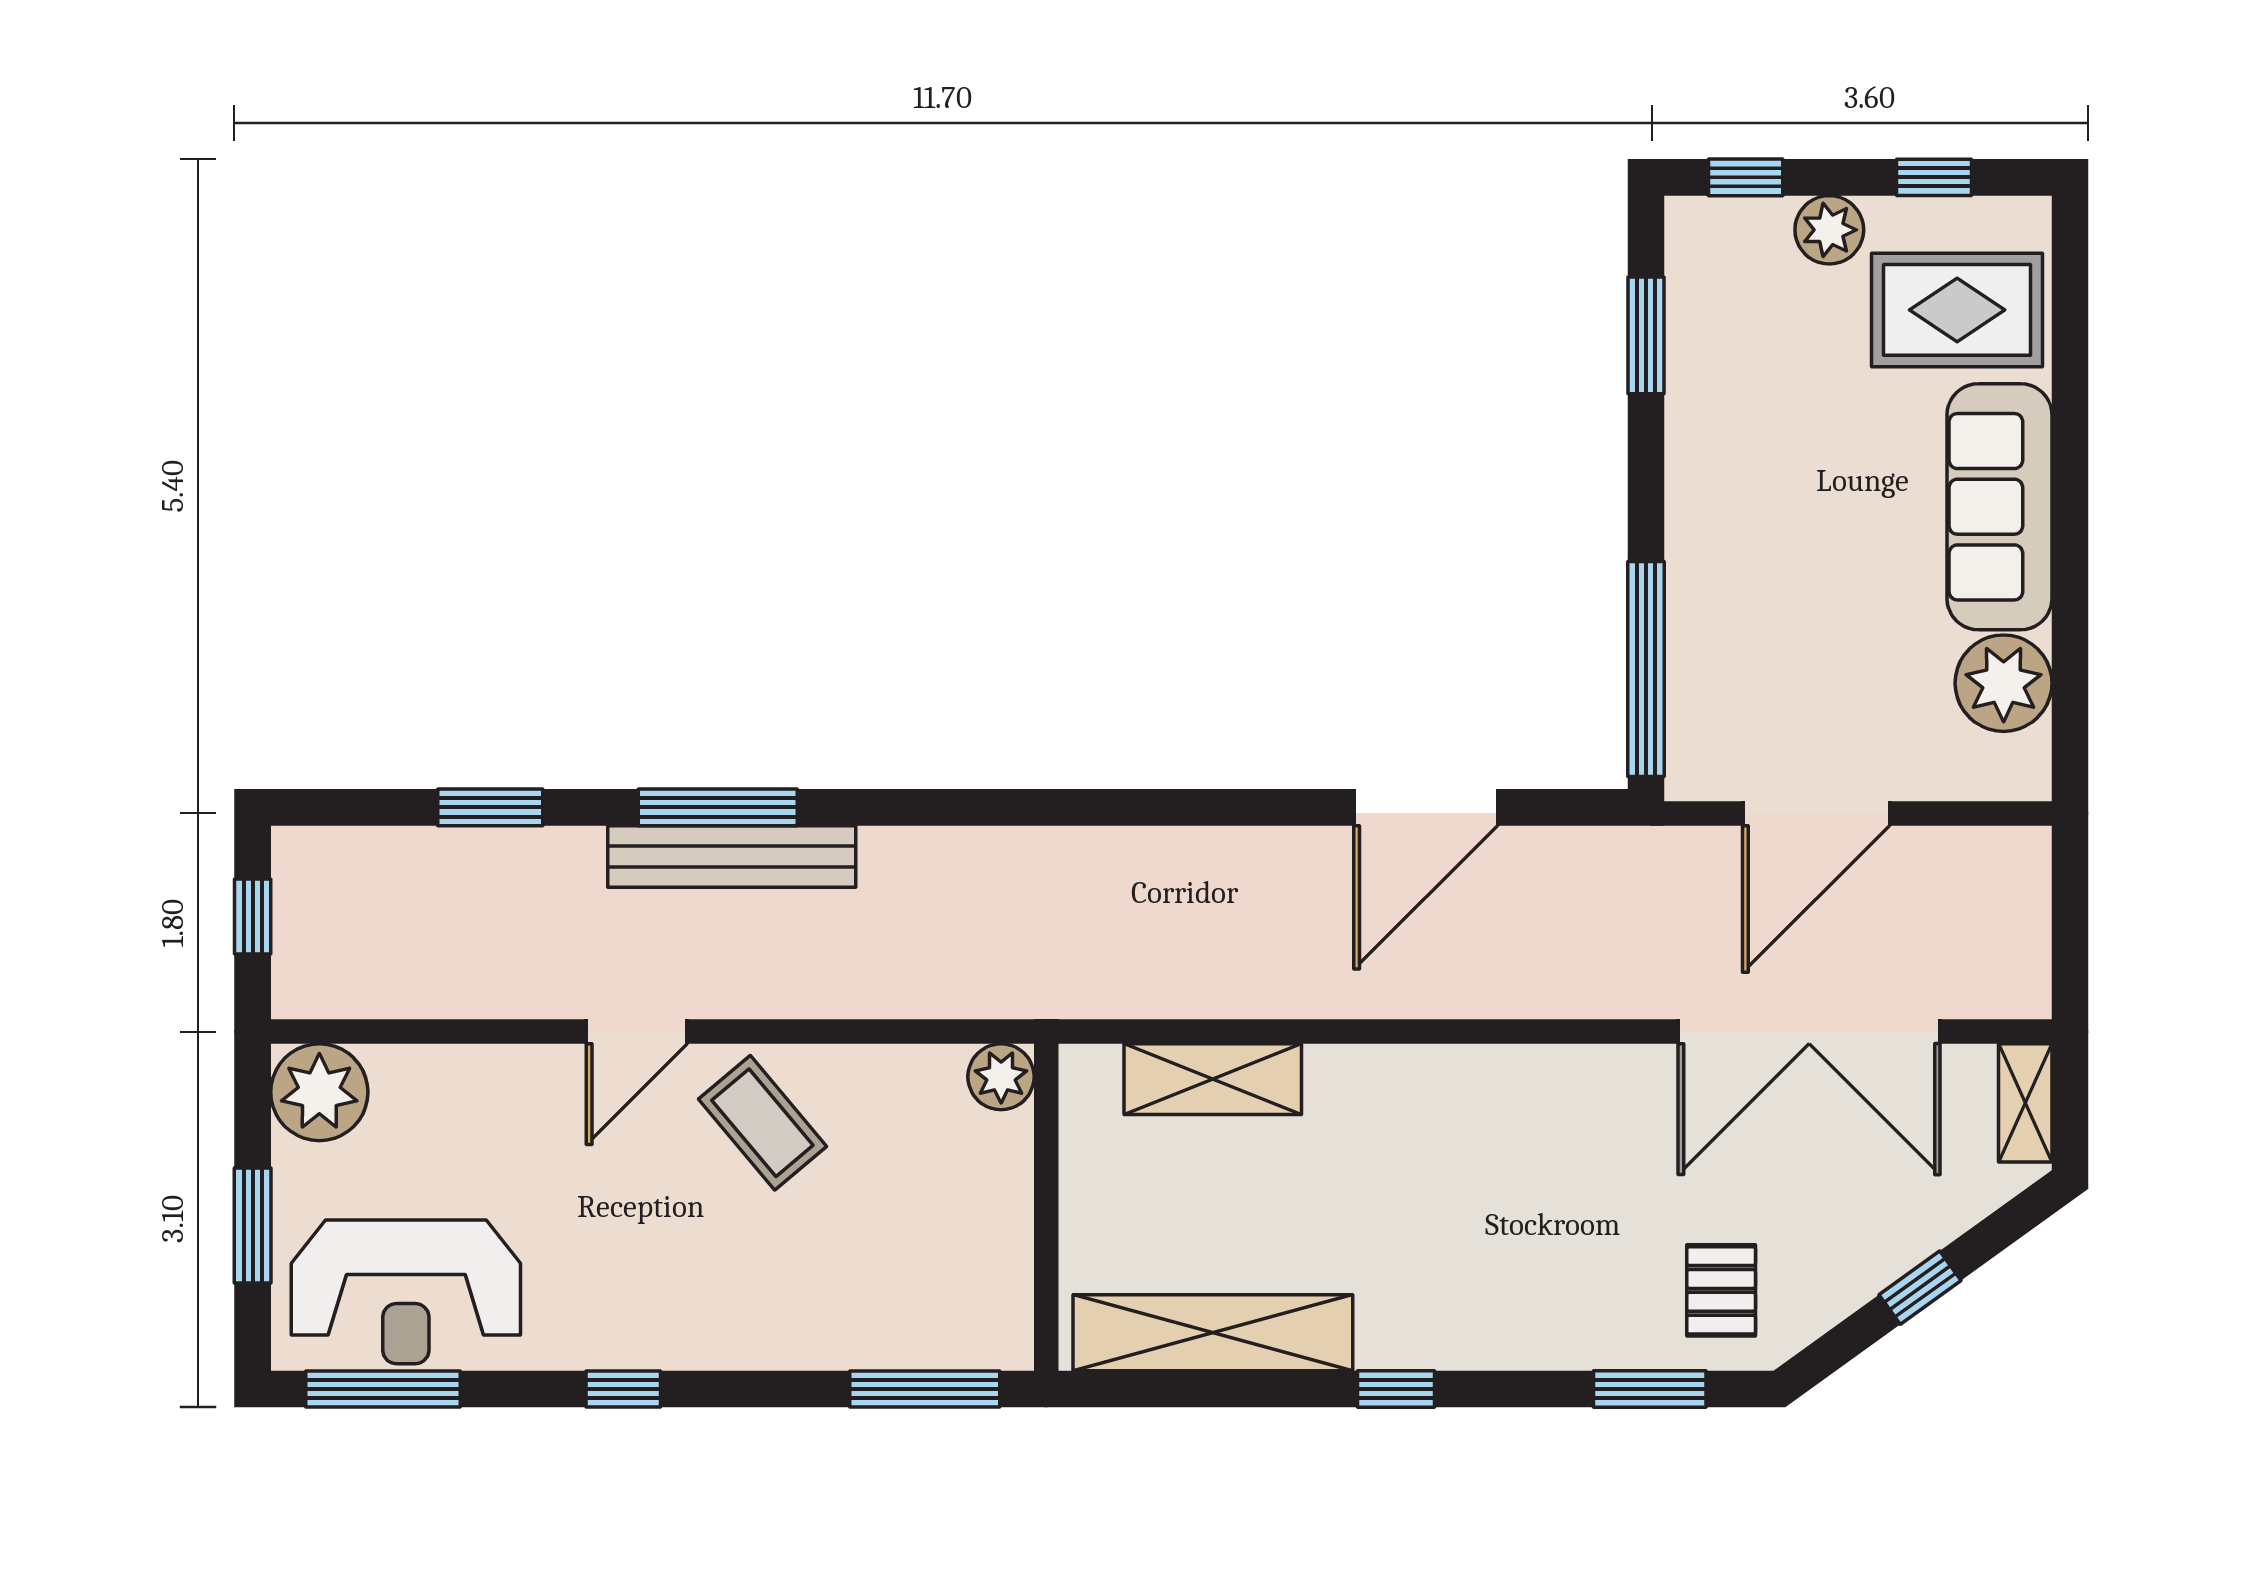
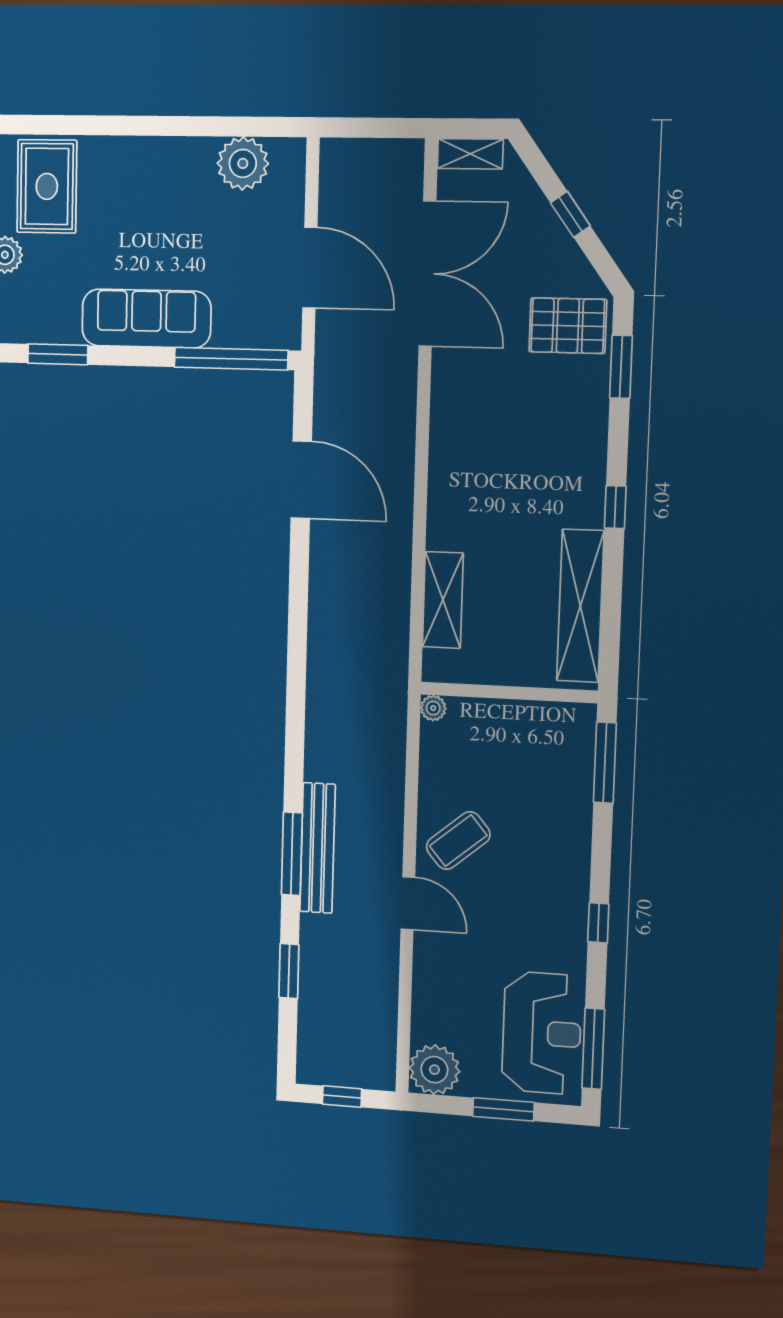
sofa: (1999, 507) -> (146, 319), moved, turned 180
plant: (1001, 1077) -> (433, 708), width x0.73, depth x0.73
pallet: (1721, 1290) -> (568, 326), width x1.50, depth x1.42

